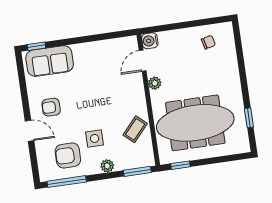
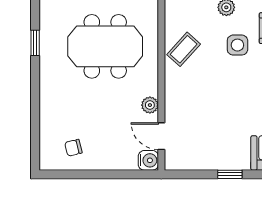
window: (86, 39) -> (230, 174), added
door: (143, 61) -> (161, 136), swing flipped
meeting table: (195, 123) -> (105, 46), width x0.73

